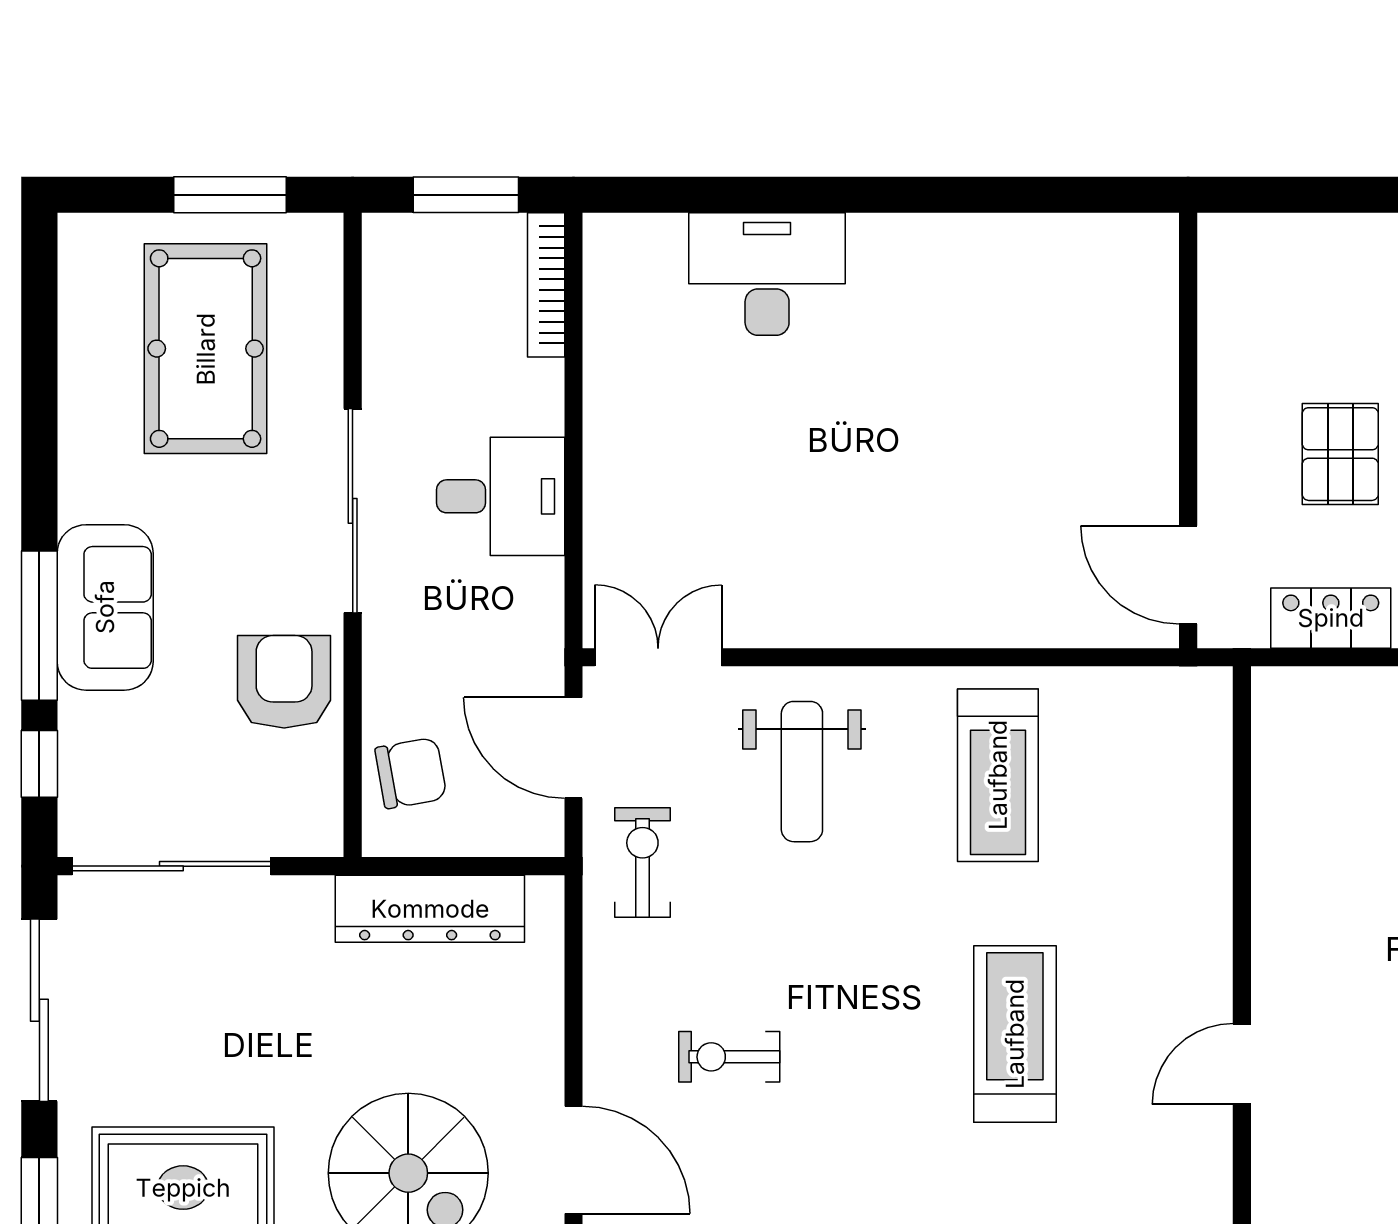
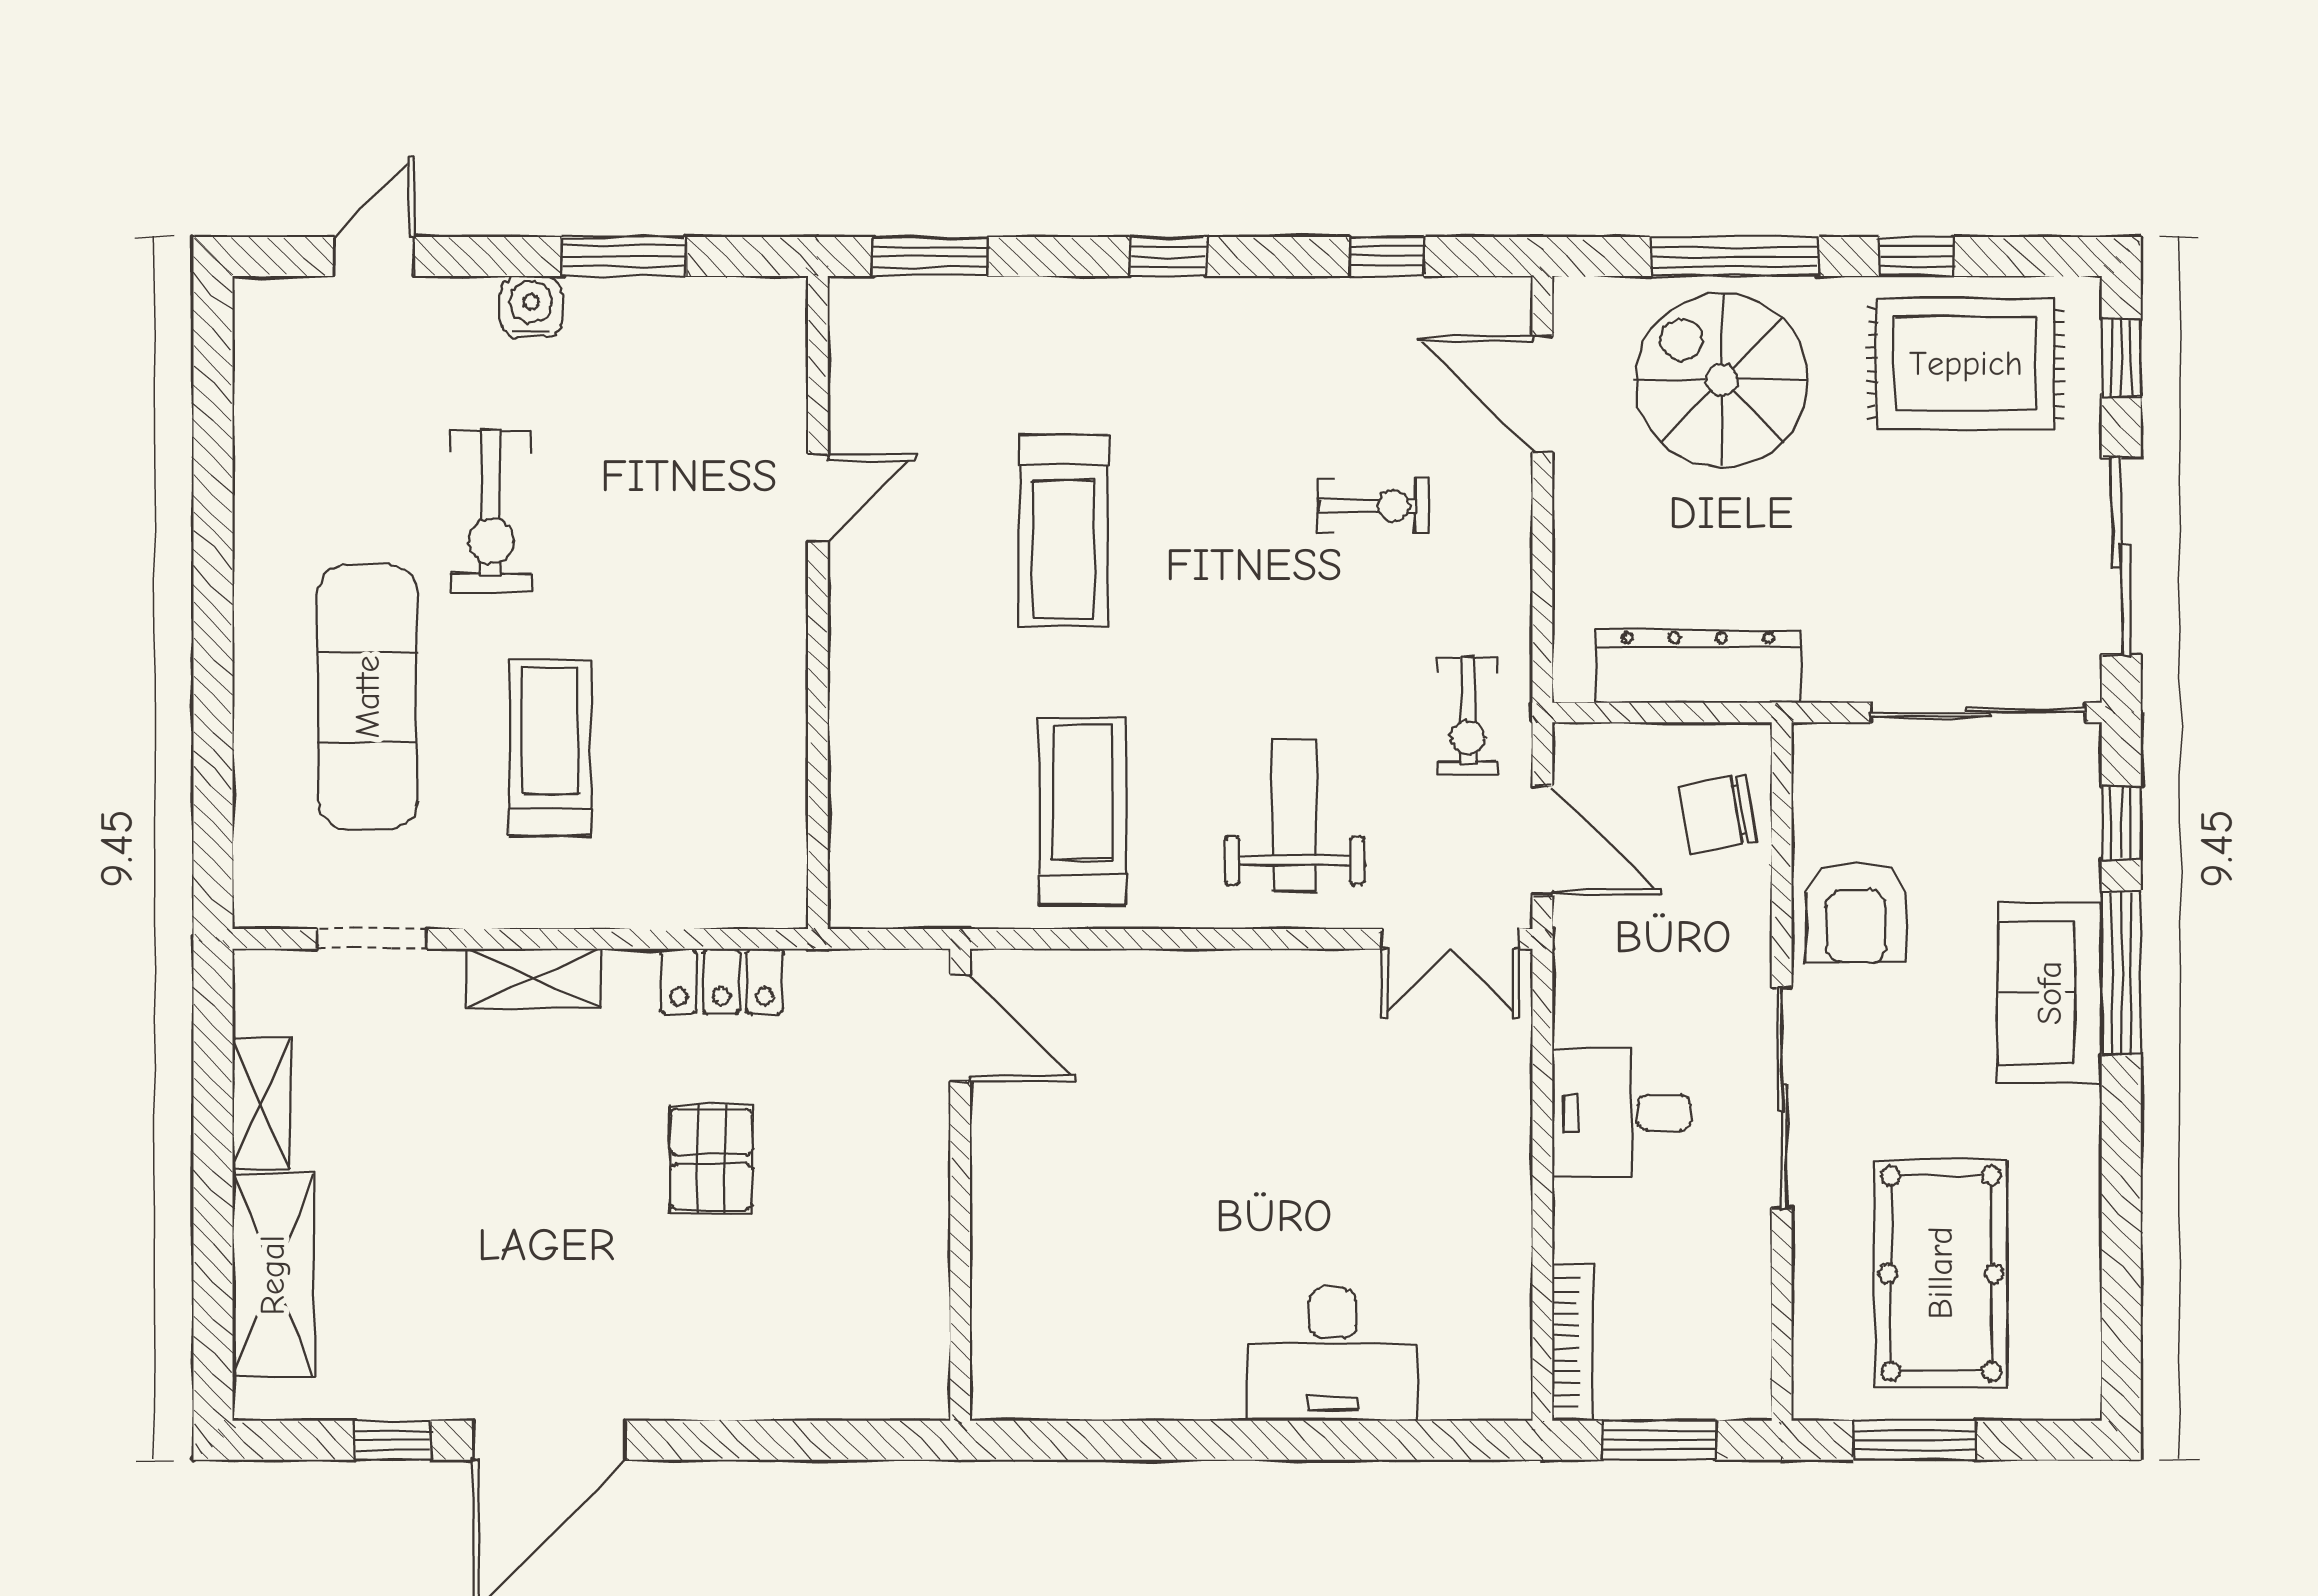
wall: (1188, 430) -> (960, 1185), moved
door: (1188, 575) -> (960, 1028), moved

